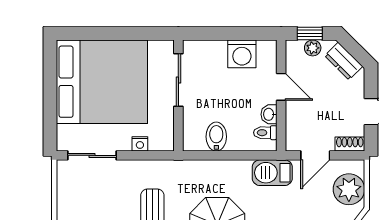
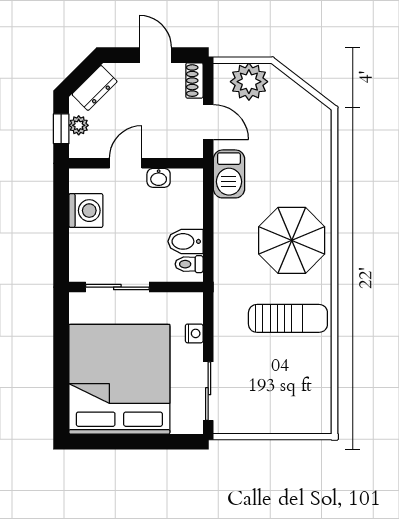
toilet: (265, 133) -> (189, 264), moved, turned 90

